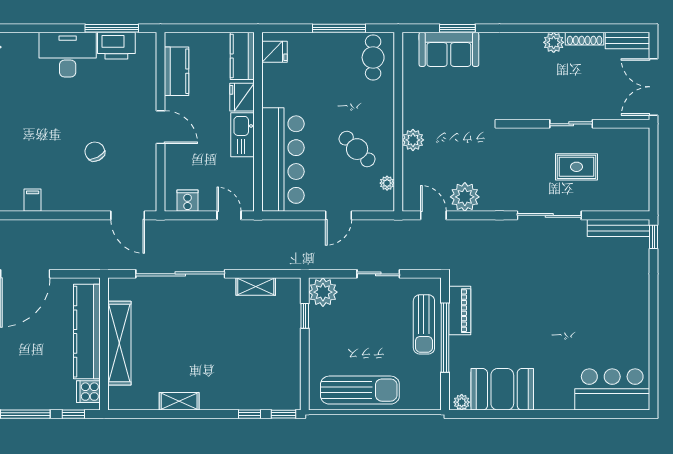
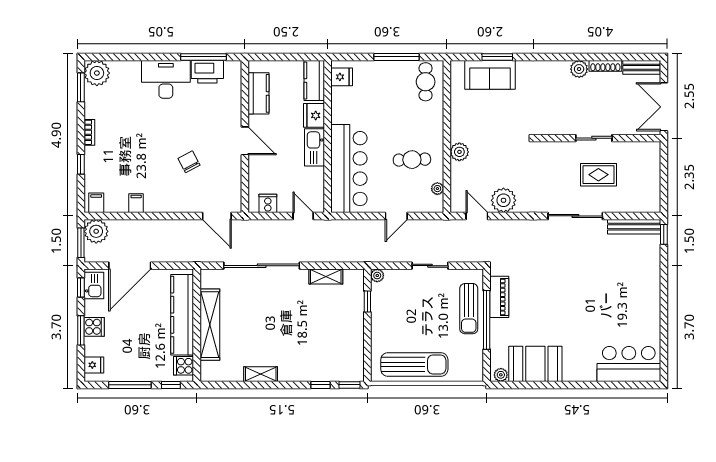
cafe table: (357, 149) -> (412, 160), turned -47
plant: (323, 292) -> (377, 276), width x0.53, depth x0.53

